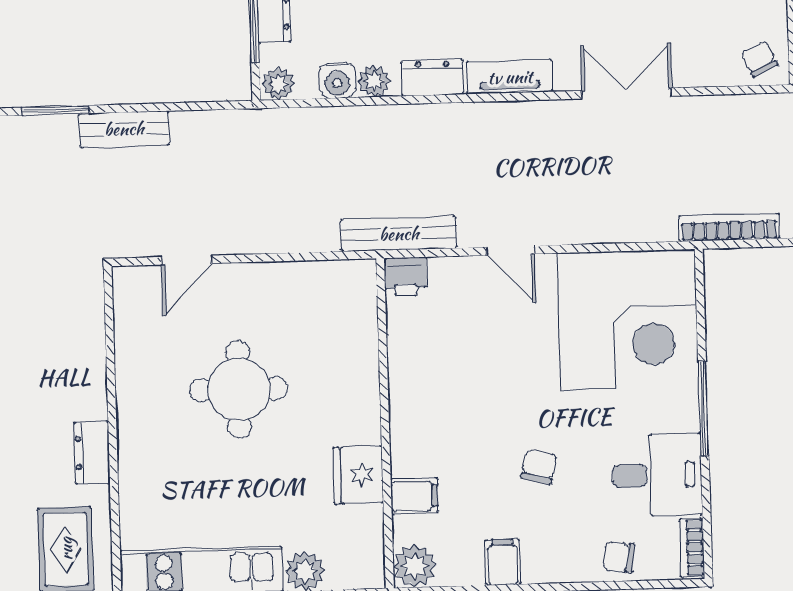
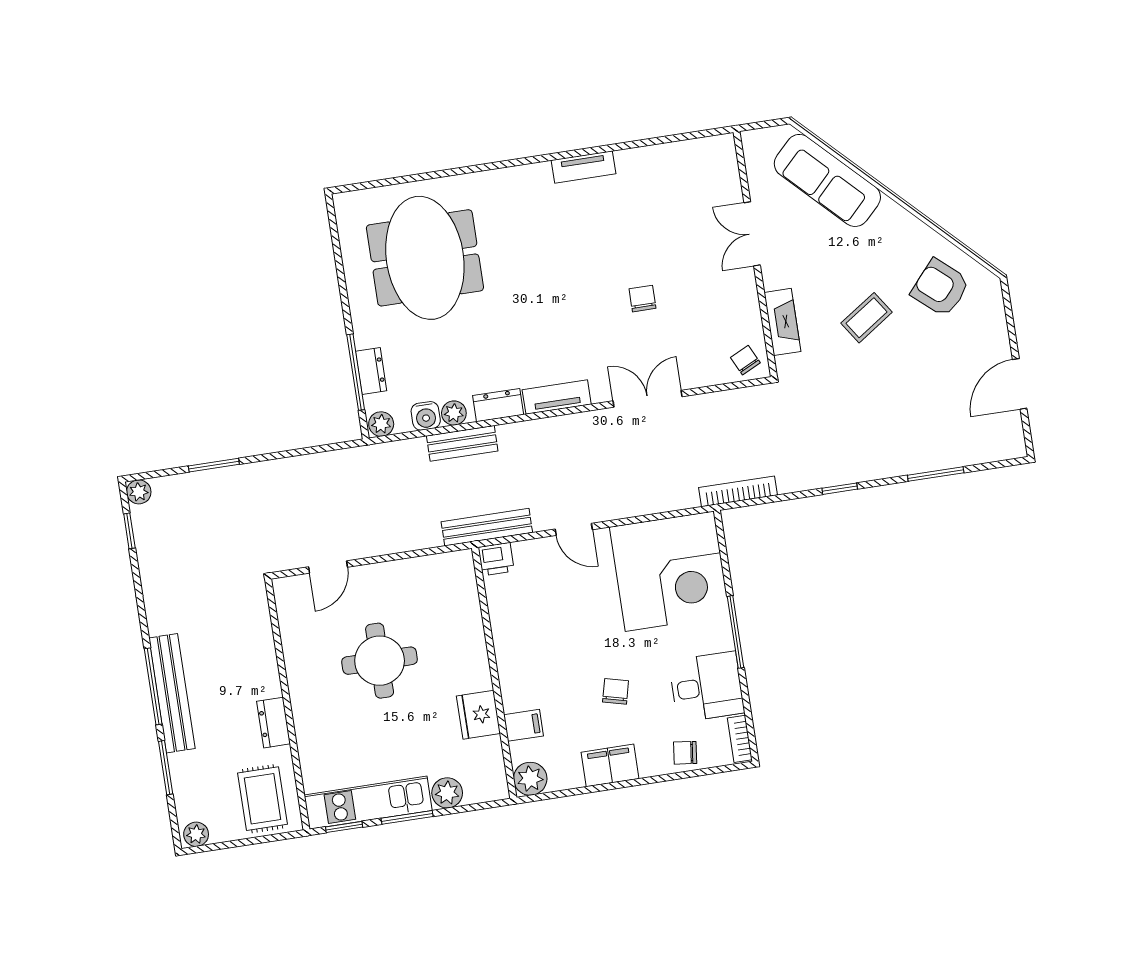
bench: (124, 129) -> (462, 443), moved
filing cabinet: (503, 562) -> (610, 765), width x2.00

